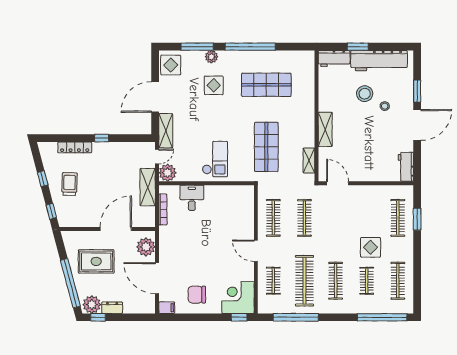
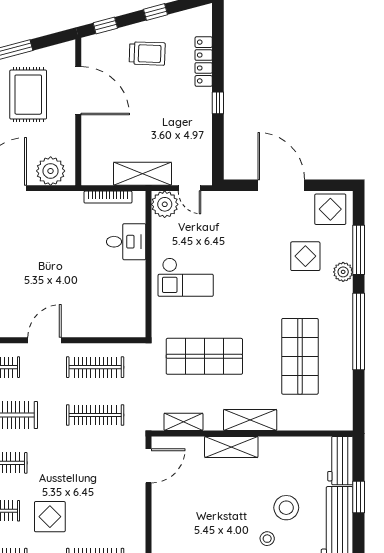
display table: (214, 85) -> (305, 256), moved
shelving: (166, 131) -> (250, 420), moved
door: (116, 229) -> (78, 91), moved

